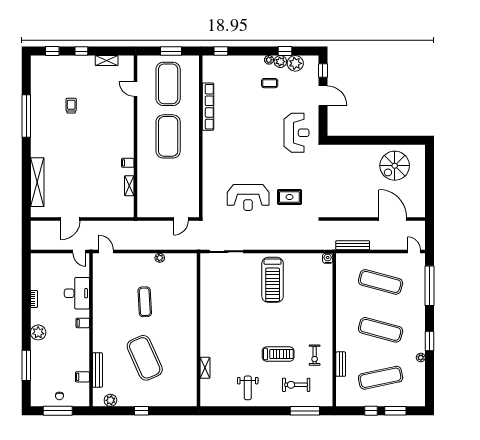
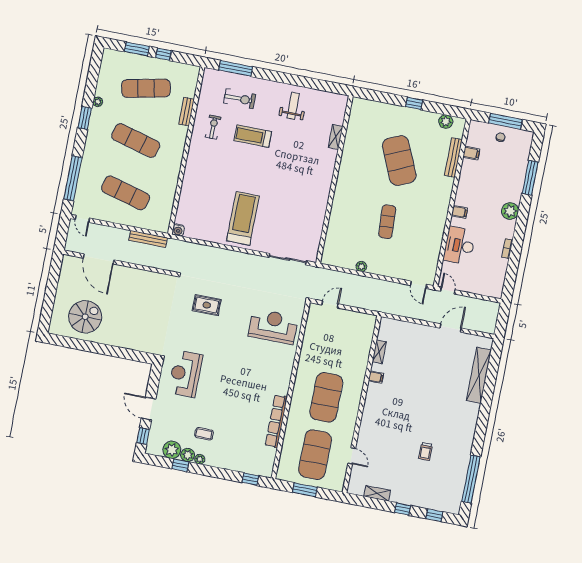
window: (26, 116) -> (471, 479), moved
reception desk: (248, 198) -> (273, 326), moved

